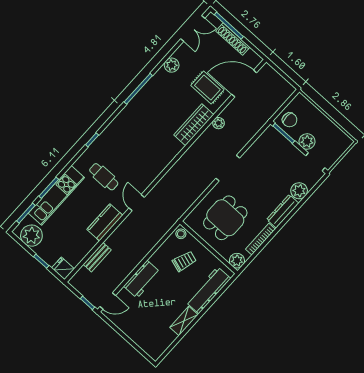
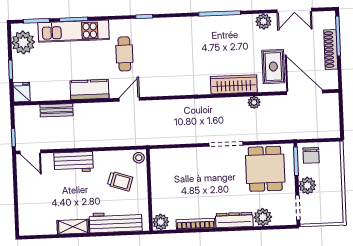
double door: (193, 28) -> (294, 10), moved
dining table: (225, 218) -> (265, 169), moved, turned 90

